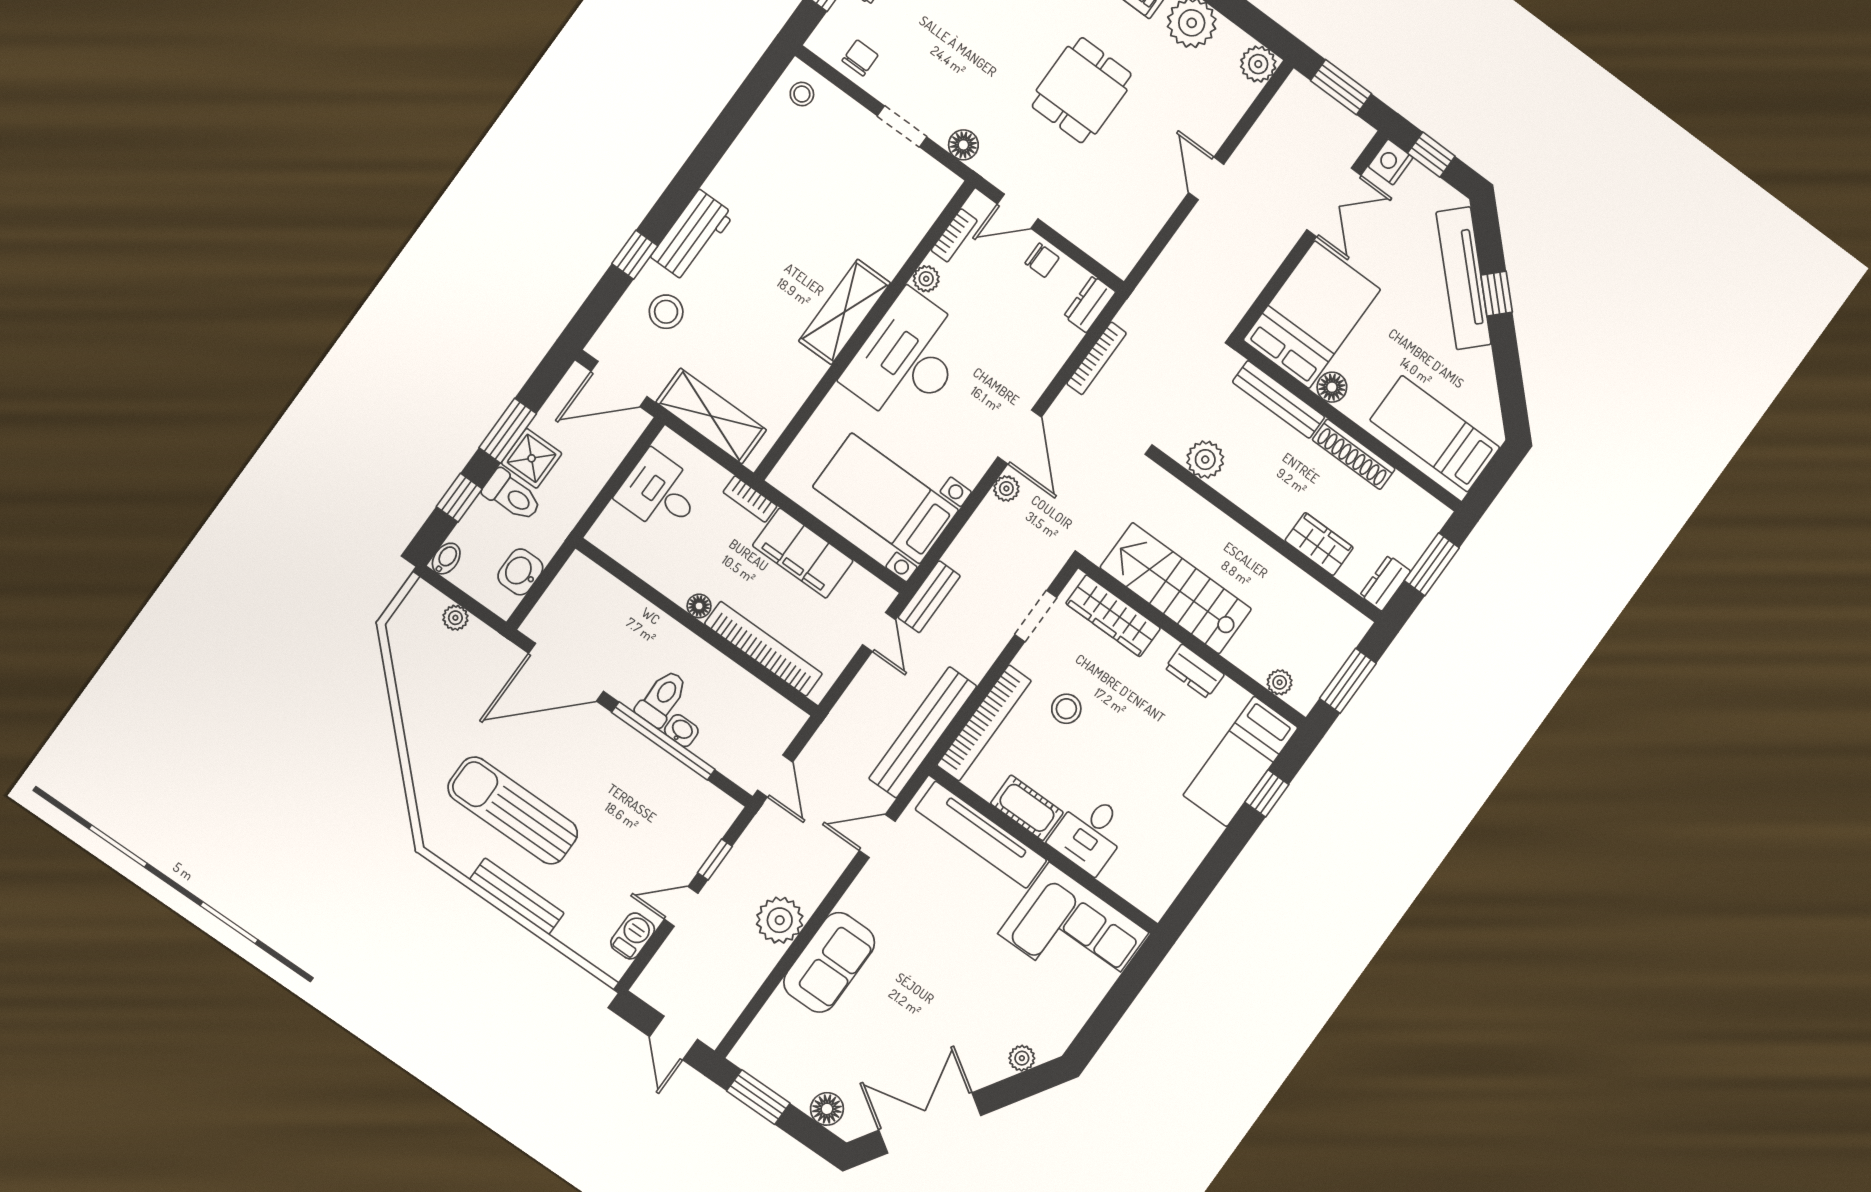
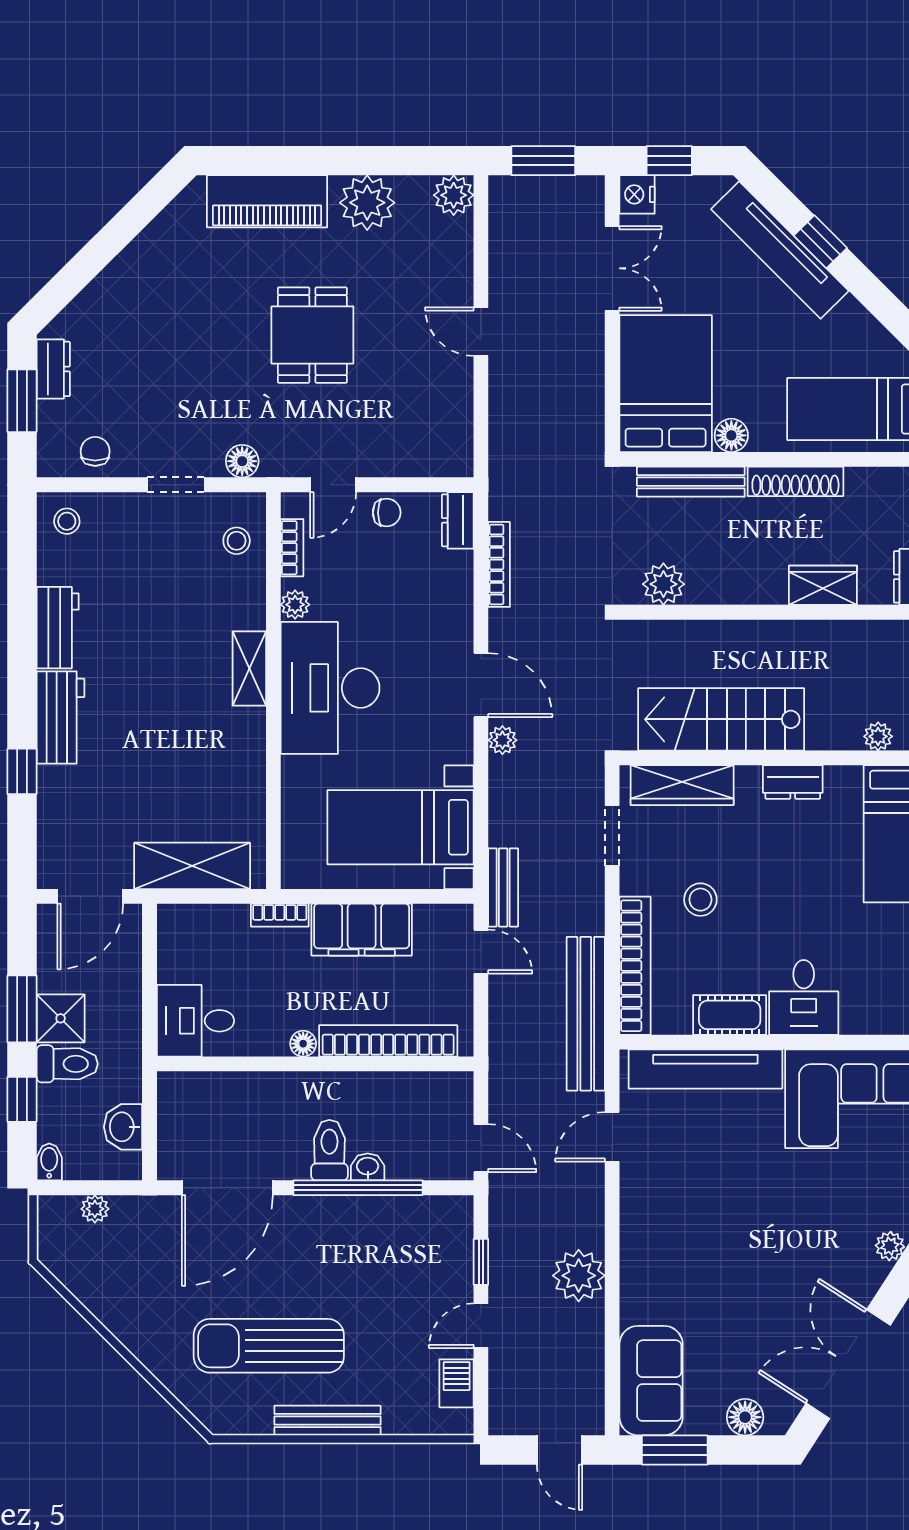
workbench: (738, 168) -> (58, 628), added
stool: (666, 312) -> (237, 541), moved, width x0.73, depth x0.73
shelving: (845, 312) -> (249, 669), width x0.67, depth x0.75
desk: (660, 493) -> (195, 1021), moved
sofa: (829, 962) -> (651, 1381), moved

